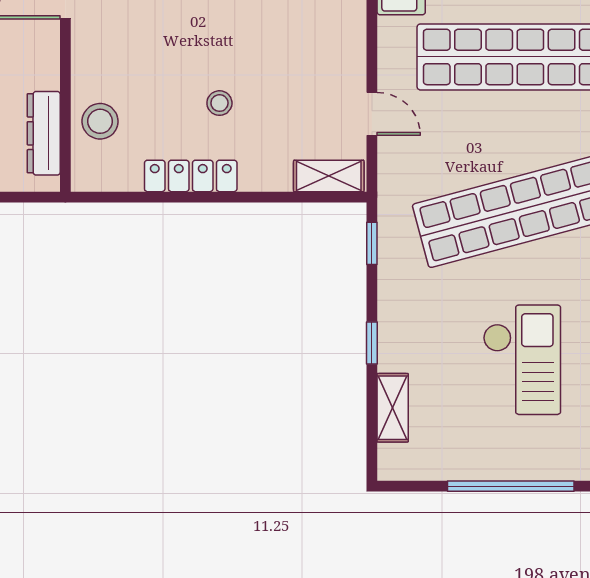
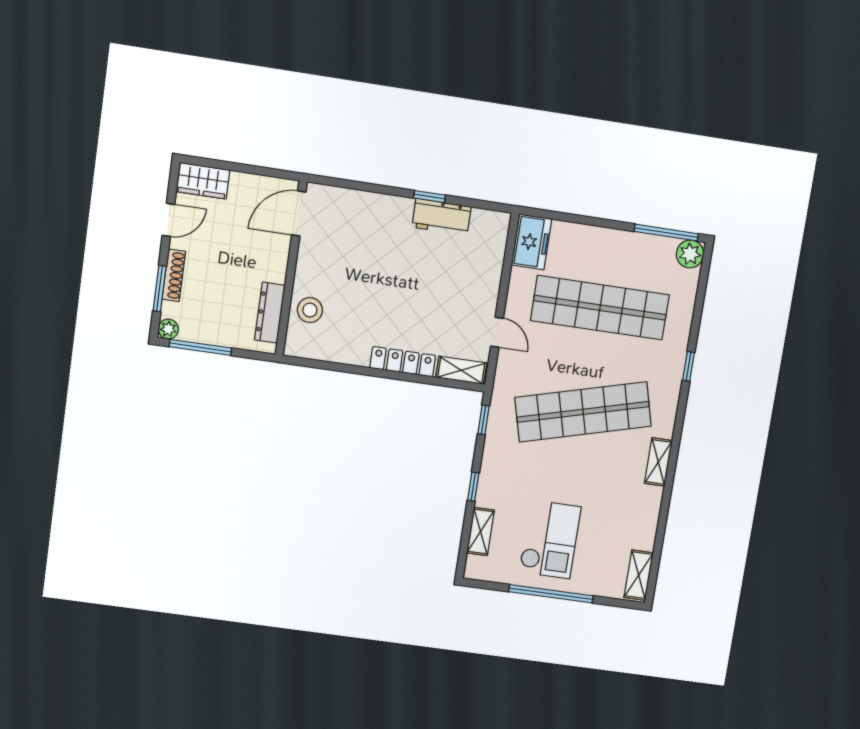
stool: (219, 103) -> (394, 310), removed
locker: (191, 176) -> (403, 362), moved
checkout: (522, 360) -> (550, 539), moved

